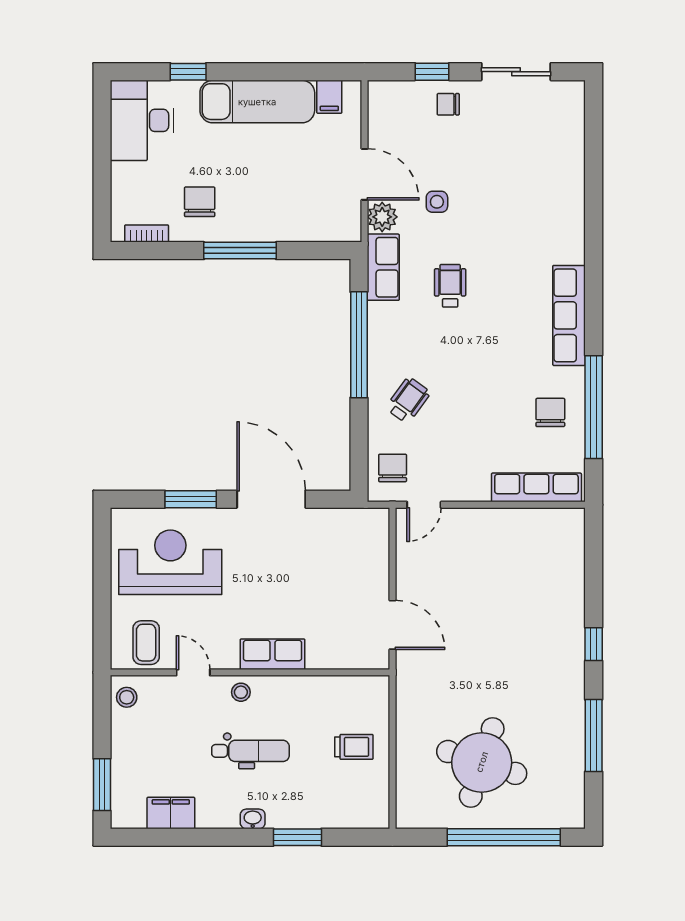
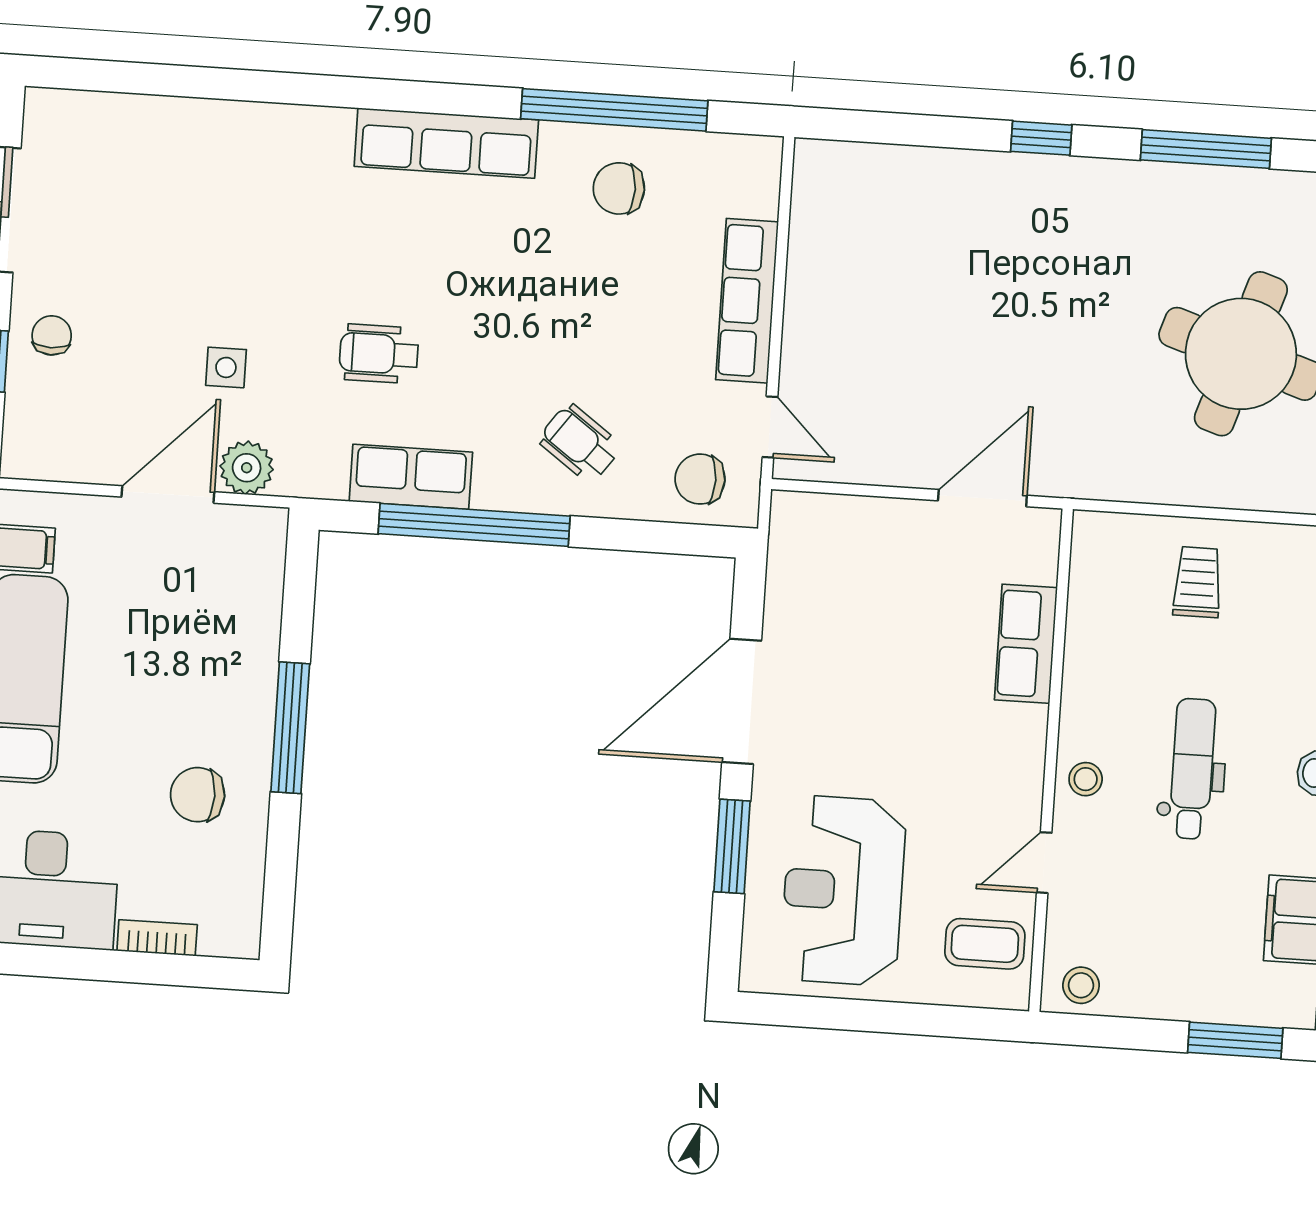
chair: (448, 104) -> (52, 335), turned 180
bookcase: (147, 233) -> (157, 938), moved, turned 90
row of seats: (383, 267) -> (411, 477), moved
row of seats: (536, 487) -> (747, 301), moved
row of seats: (272, 654) -> (1026, 644), moved

